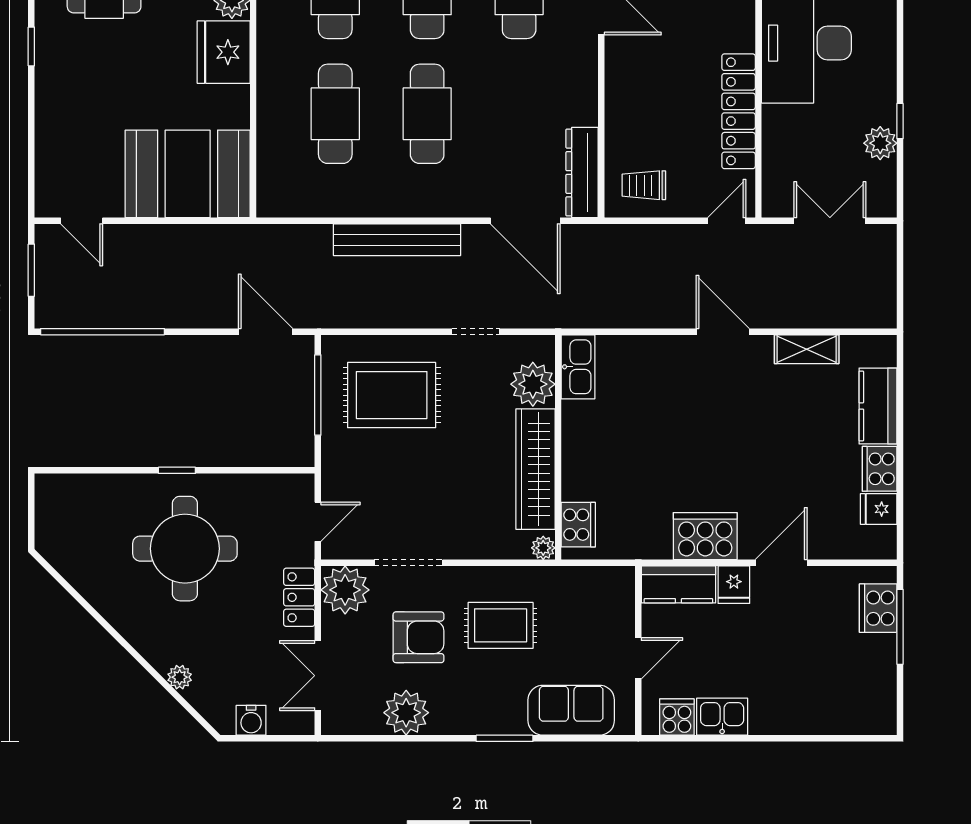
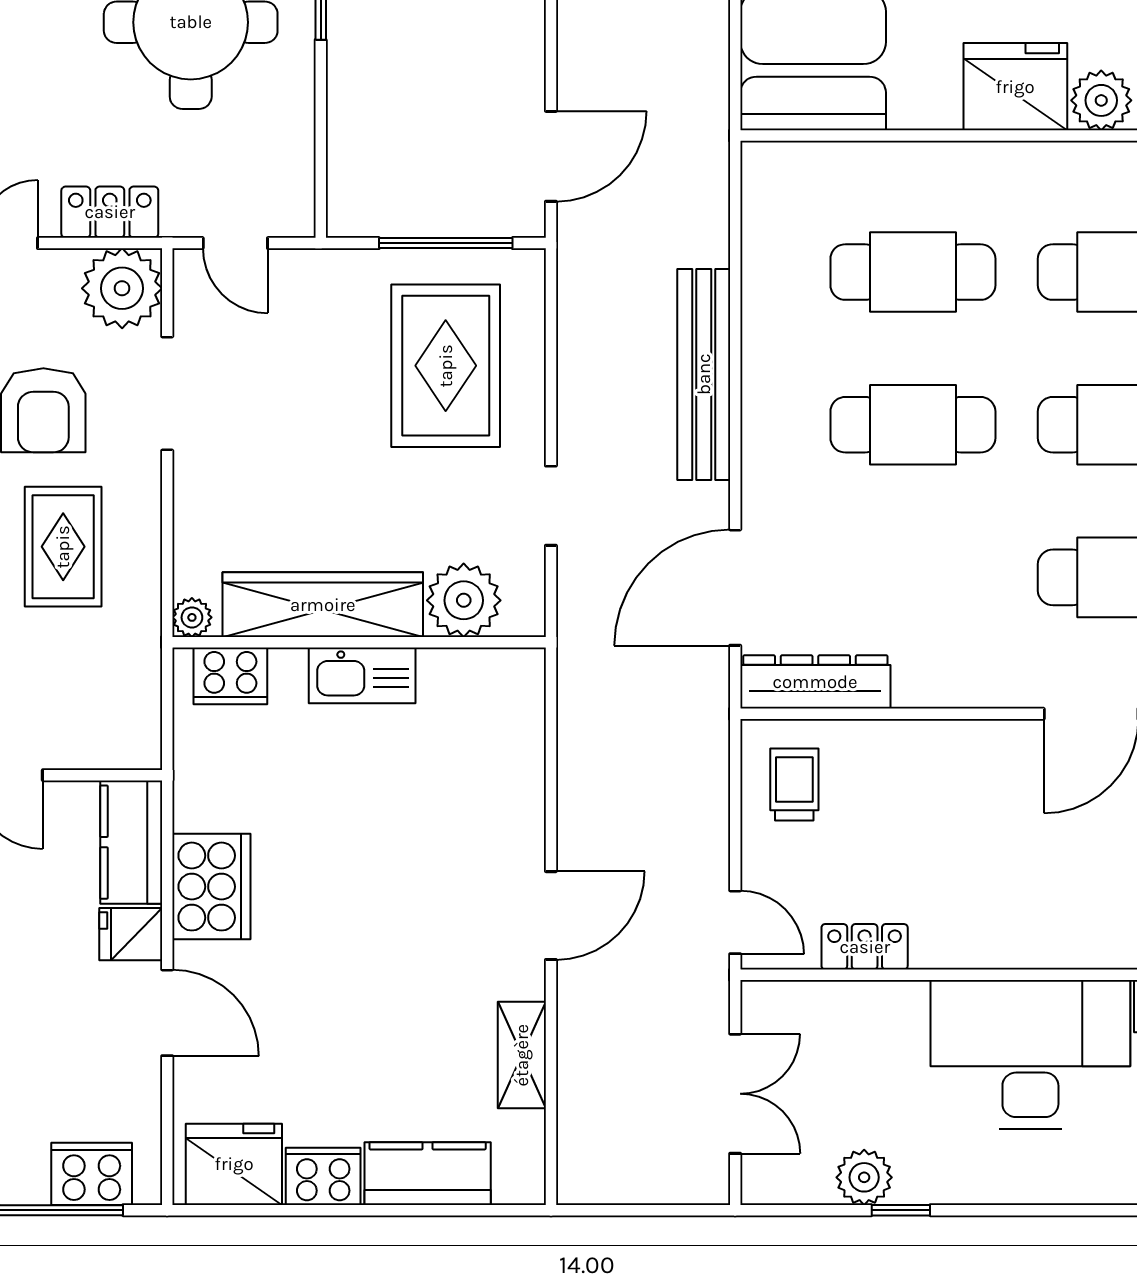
locker: (739, 111) -> (865, 947), width x0.46, depth x0.83
kitchen sink: (578, 367) -> (362, 675), moved
fridge: (879, 509) -> (234, 1164), width x1.88, depth x1.34

